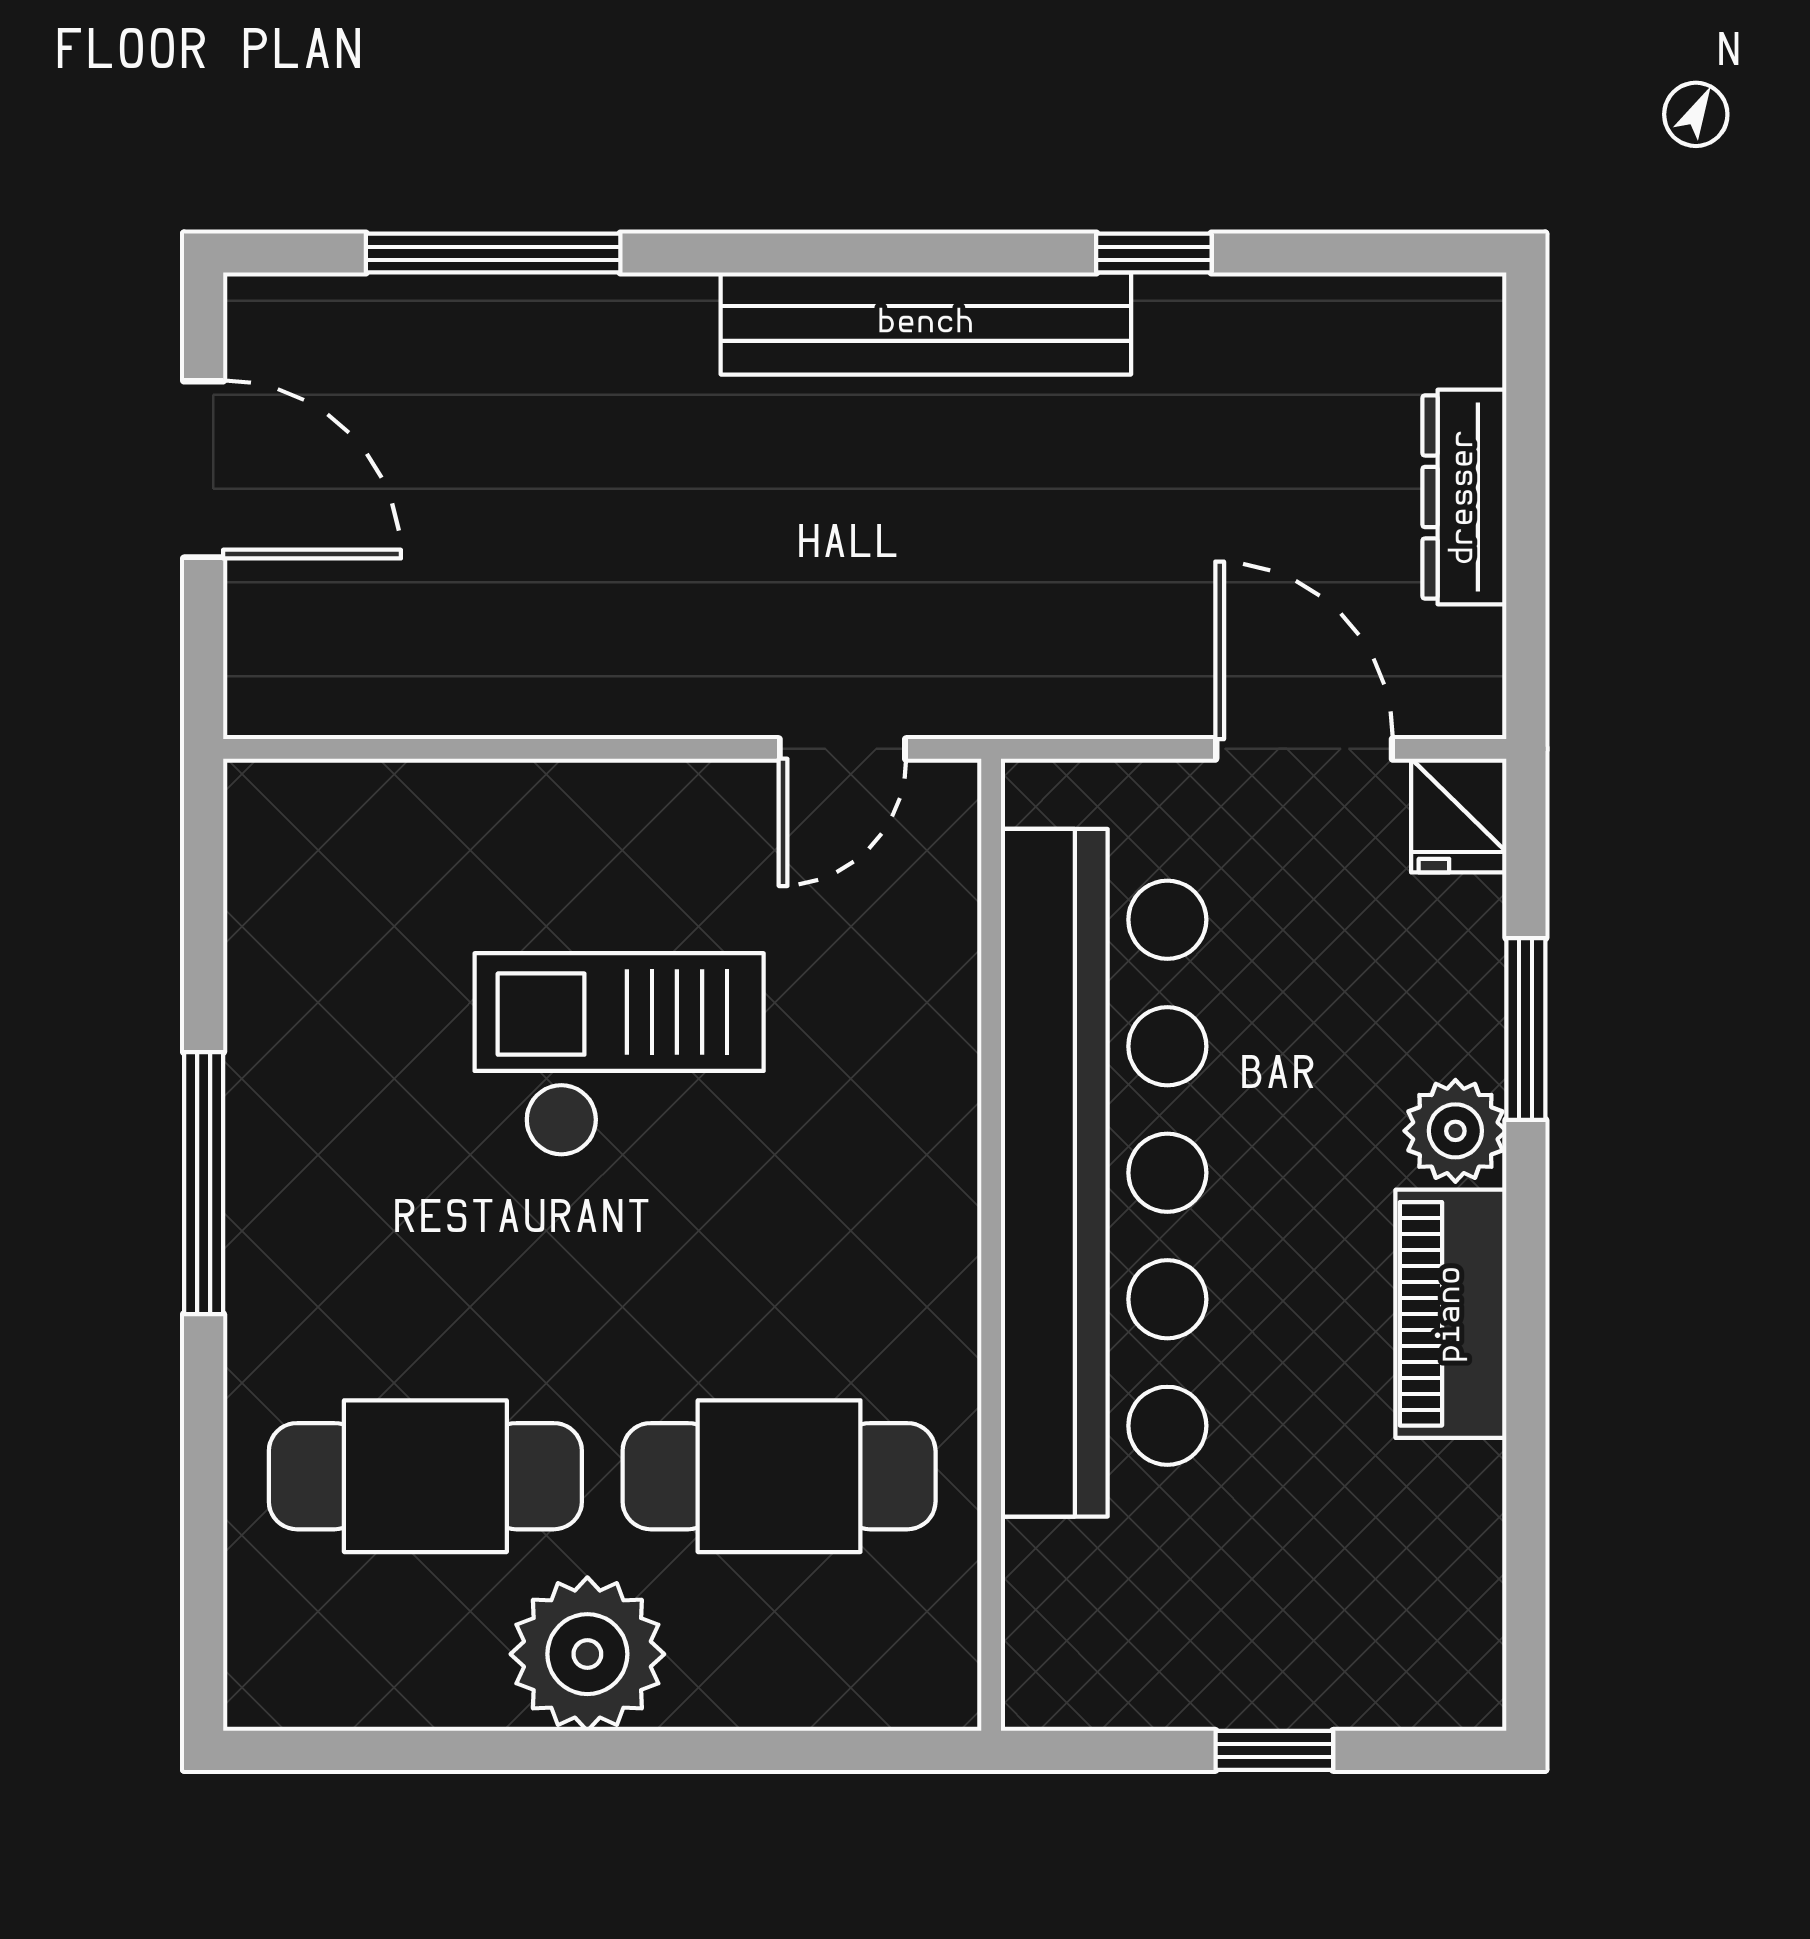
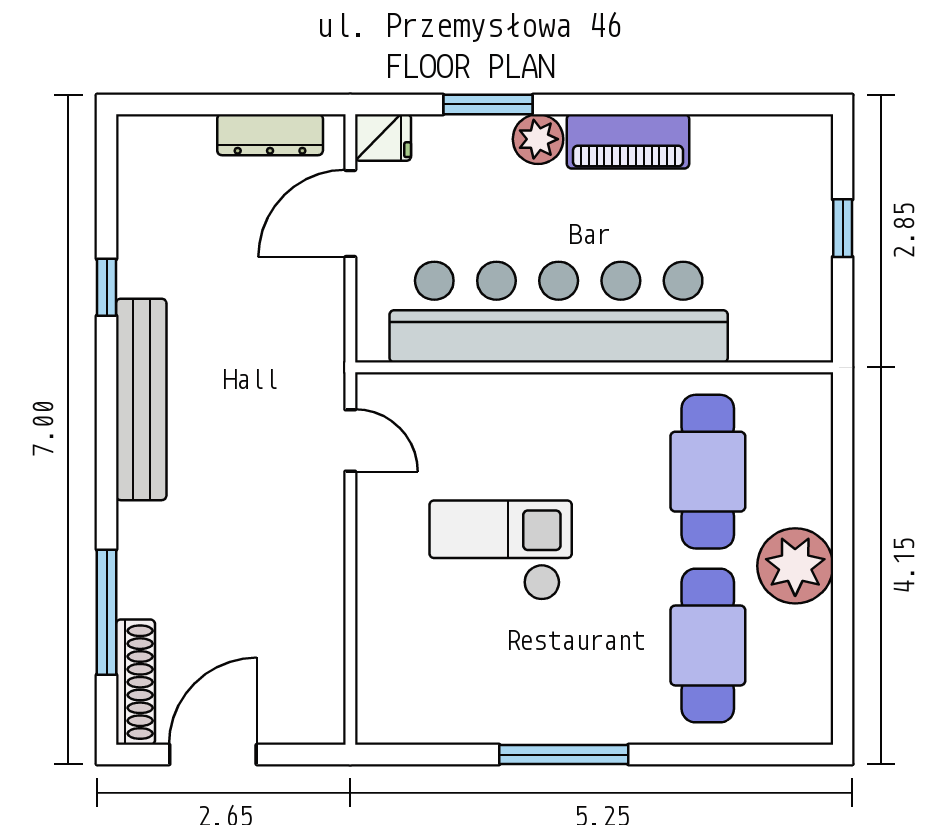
shoe rack: (351, 312) -> (135, 682), added
dresser: (1464, 497) -> (270, 135), moved
checkout: (619, 1055) -> (501, 550), turned 90

